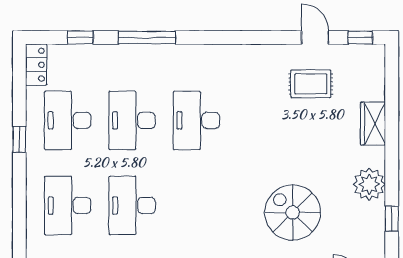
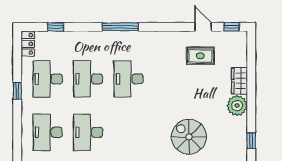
window: (147, 38) -> (120, 27), moved
plant: (369, 184) -> (237, 106), moved

